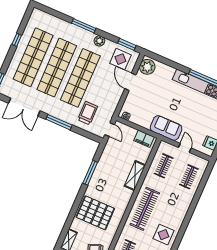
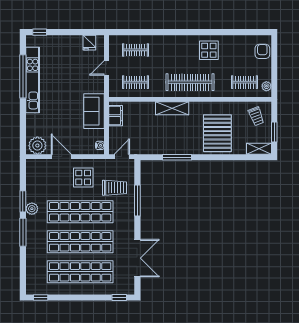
window: (17, 40) -> (41, 297), moved
window: (127, 44) -> (23, 201), moved
display table: (120, 59) -> (83, 177), moved
door: (130, 82) -> (61, 157), swing flipped
trolley: (88, 113) -> (114, 188), turned 180
window: (59, 122) -> (137, 201), moved
sofa: (166, 128) -> (94, 111), moved
shelving: (135, 175) -> (172, 108), moved

